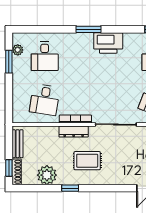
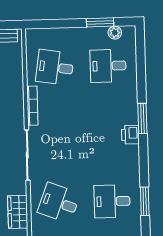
printer: (108, 43) -> (130, 135), width x0.53, depth x0.68
dresser: (74, 132) -> (17, 104), removed

